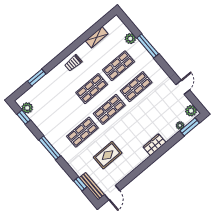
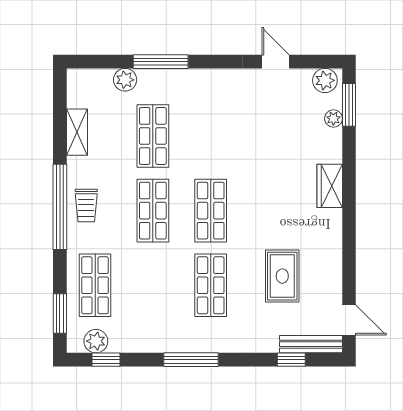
window: (65, 54) -> (60, 207), added
window: (37, 77) -> (60, 314), moved
shop shelf: (136, 87) -> (95, 285), moved

